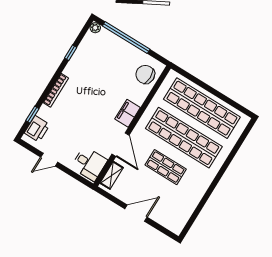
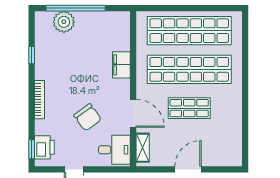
plant: (95, 28) -> (64, 22), moved, width x1.88, depth x1.88
chair: (145, 74) -> (88, 117), moved, turned -126
filing cabinet: (128, 113) -> (121, 65), moved
window: (32, 115) -> (32, 149), moved

